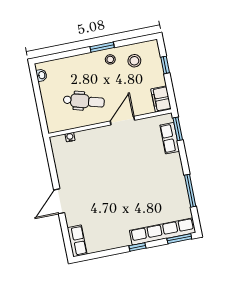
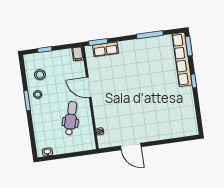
filing cabinet: (161, 99) -> (78, 54), width x0.50
door: (59, 201) -> (131, 146), moved
row of seats: (77, 241) -> (186, 130), removed

